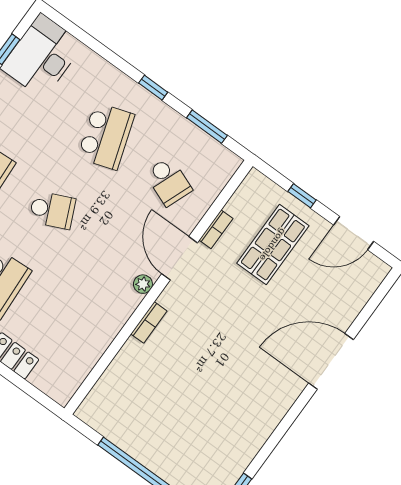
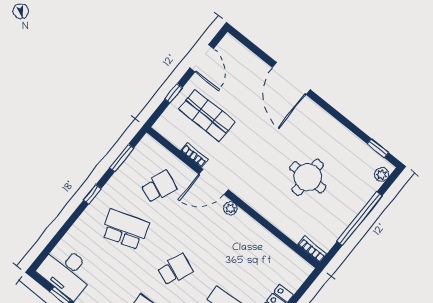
school desk: (52, 210) -> (175, 270), turned 45
bookcase: (149, 322) -> (312, 249), moved
round table: (192, 392) -> (308, 177), added

